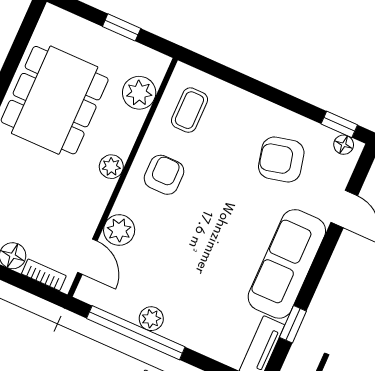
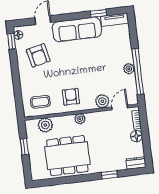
armchair: (164, 175) -> (71, 97), turned 90

